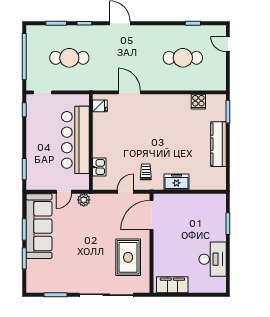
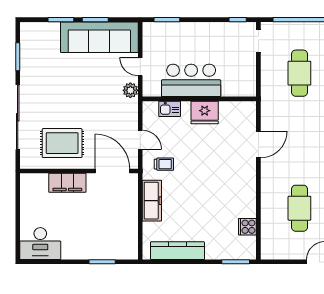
fridge: (100, 106) -> (205, 113), moved, width x1.88, depth x1.34
bar counter: (75, 140) -> (191, 80), width x0.73
kitchen counter: (219, 144) -> (177, 251), moved
freezer: (176, 182) -> (152, 201), width x1.40
desk: (213, 259) -> (40, 244), moved
filing cabinet: (172, 285) -> (67, 183), moved, turned 90

